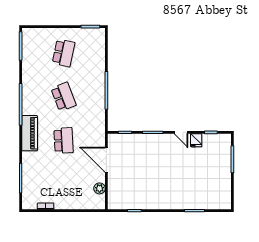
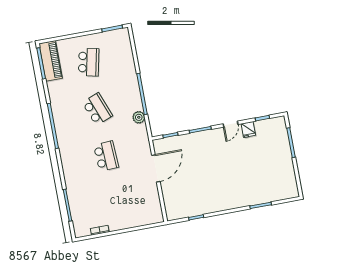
door: (181, 132) -> (230, 124), hinge flipped
piano: (30, 133) -> (51, 61), moved
door: (106, 160) -> (156, 168), swing flipped
plant: (100, 188) -> (139, 117), moved

